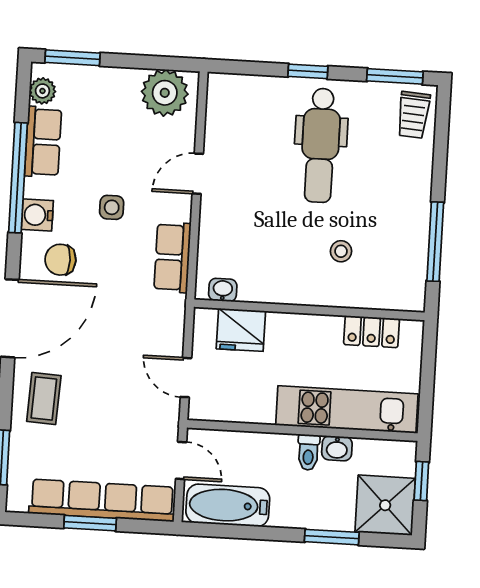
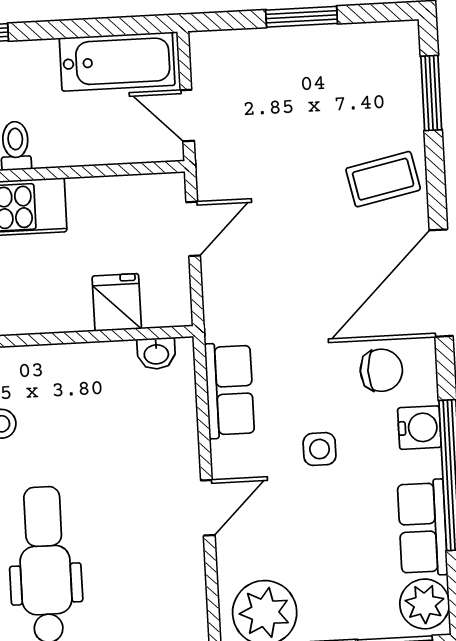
plant: (42, 91) -> (425, 604), width x1.38, depth x1.38
fridge: (241, 330) -> (117, 302), width x0.72
door: (186, 378) -> (193, 229), hinge flipped
coffee table: (44, 398) -> (383, 179), turned 75
row of seats: (102, 500) -> (289, 50), removed

